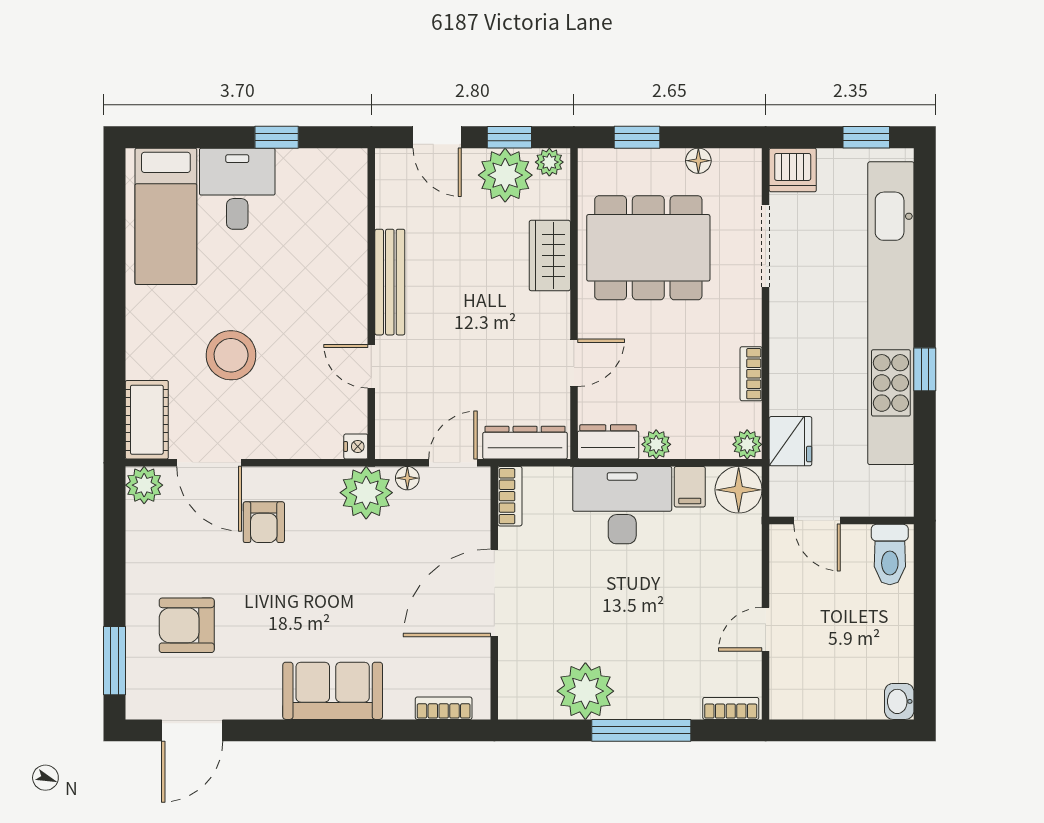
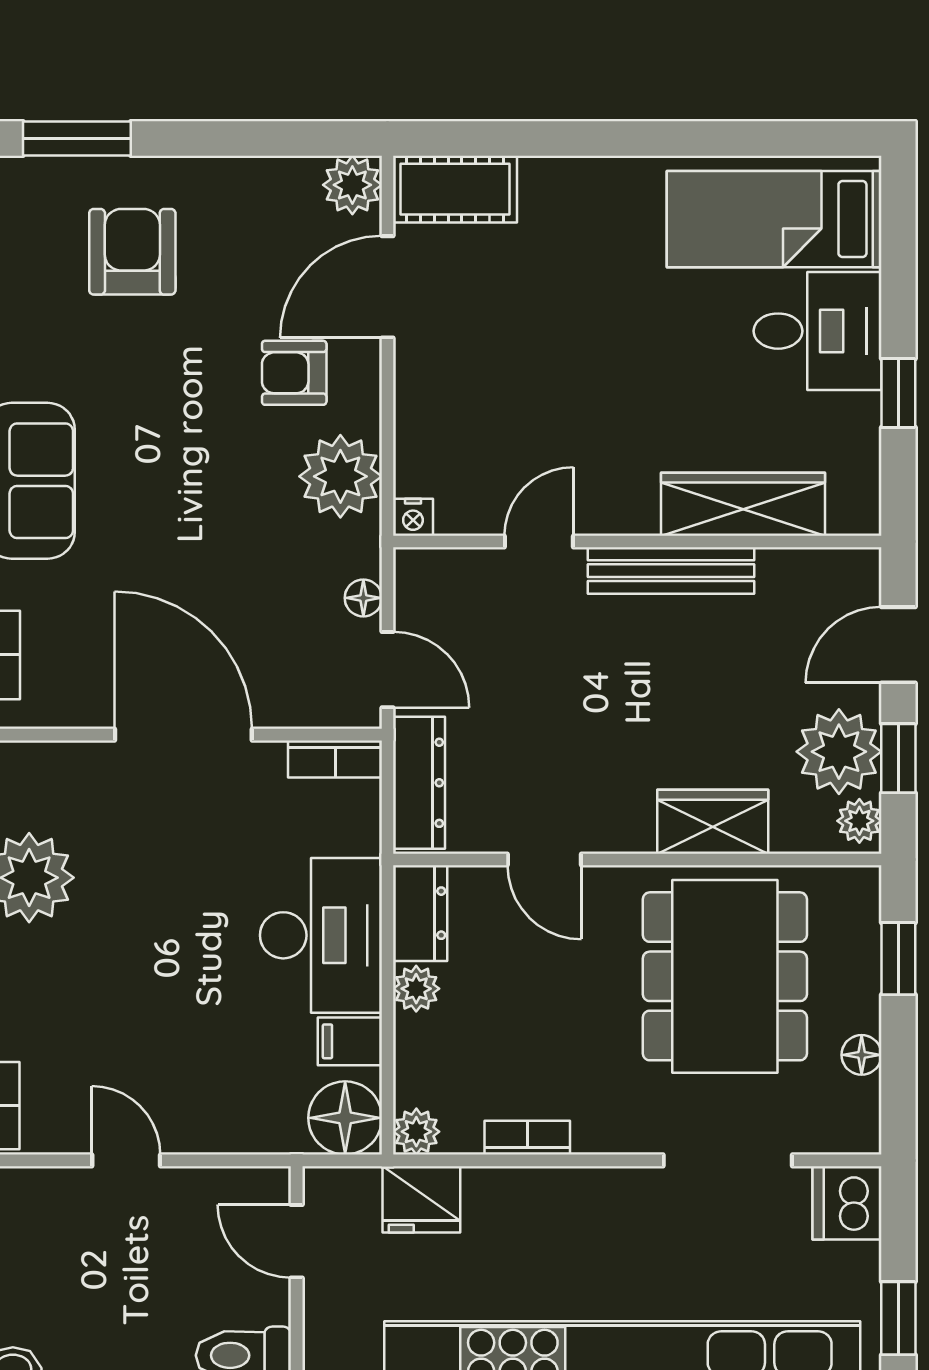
wardrobe: (348, 236) -> (743, 504), added
stool: (231, 355) -> (556, 321), removed
plant: (366, 493) -> (340, 476), moved
door: (817, 521) -> (297, 1241), hinge flipped

